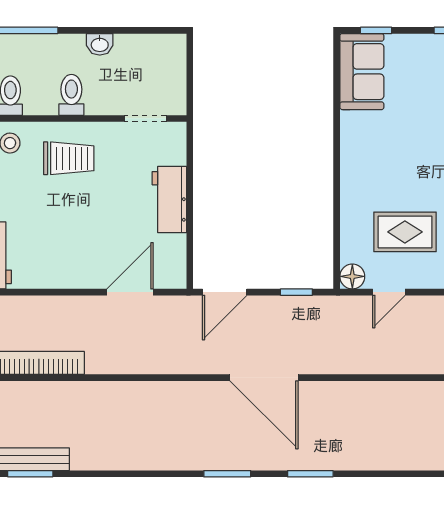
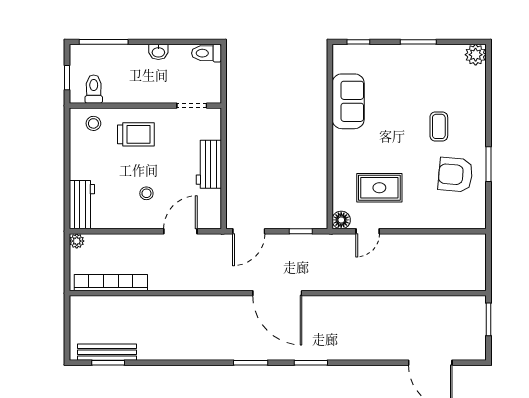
sofa: (362, 72) -> (348, 101), moved
toilet: (71, 95) -> (206, 53), moved, turned -90
stool: (83, 240) -> (146, 193), added

